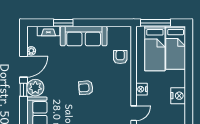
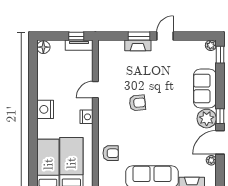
armchair: (120, 57) -> (111, 153), turned -90
armchair: (86, 88) -> (137, 103), moved

